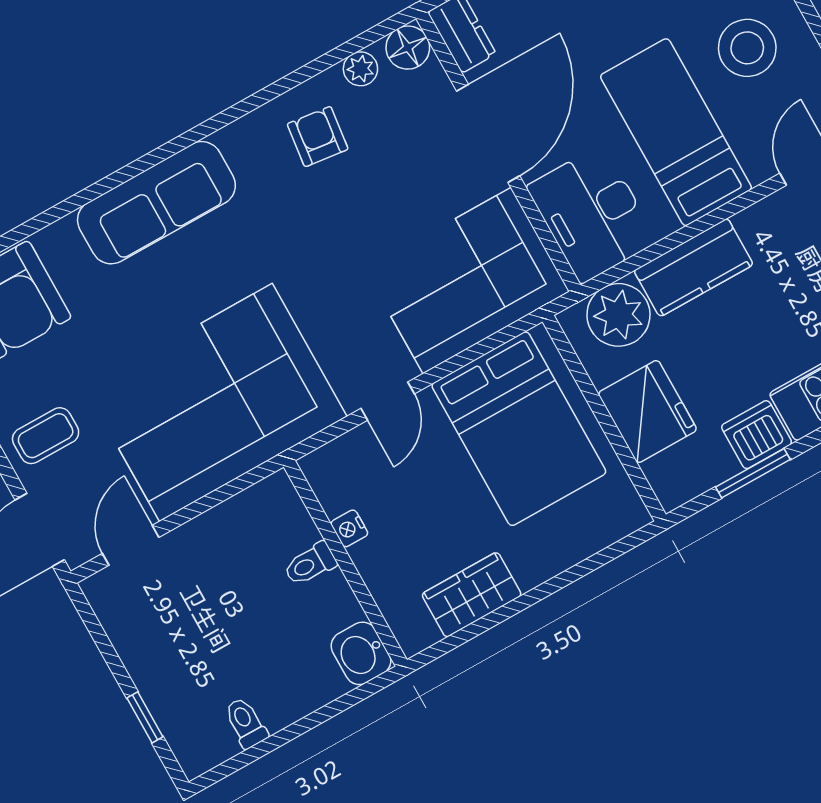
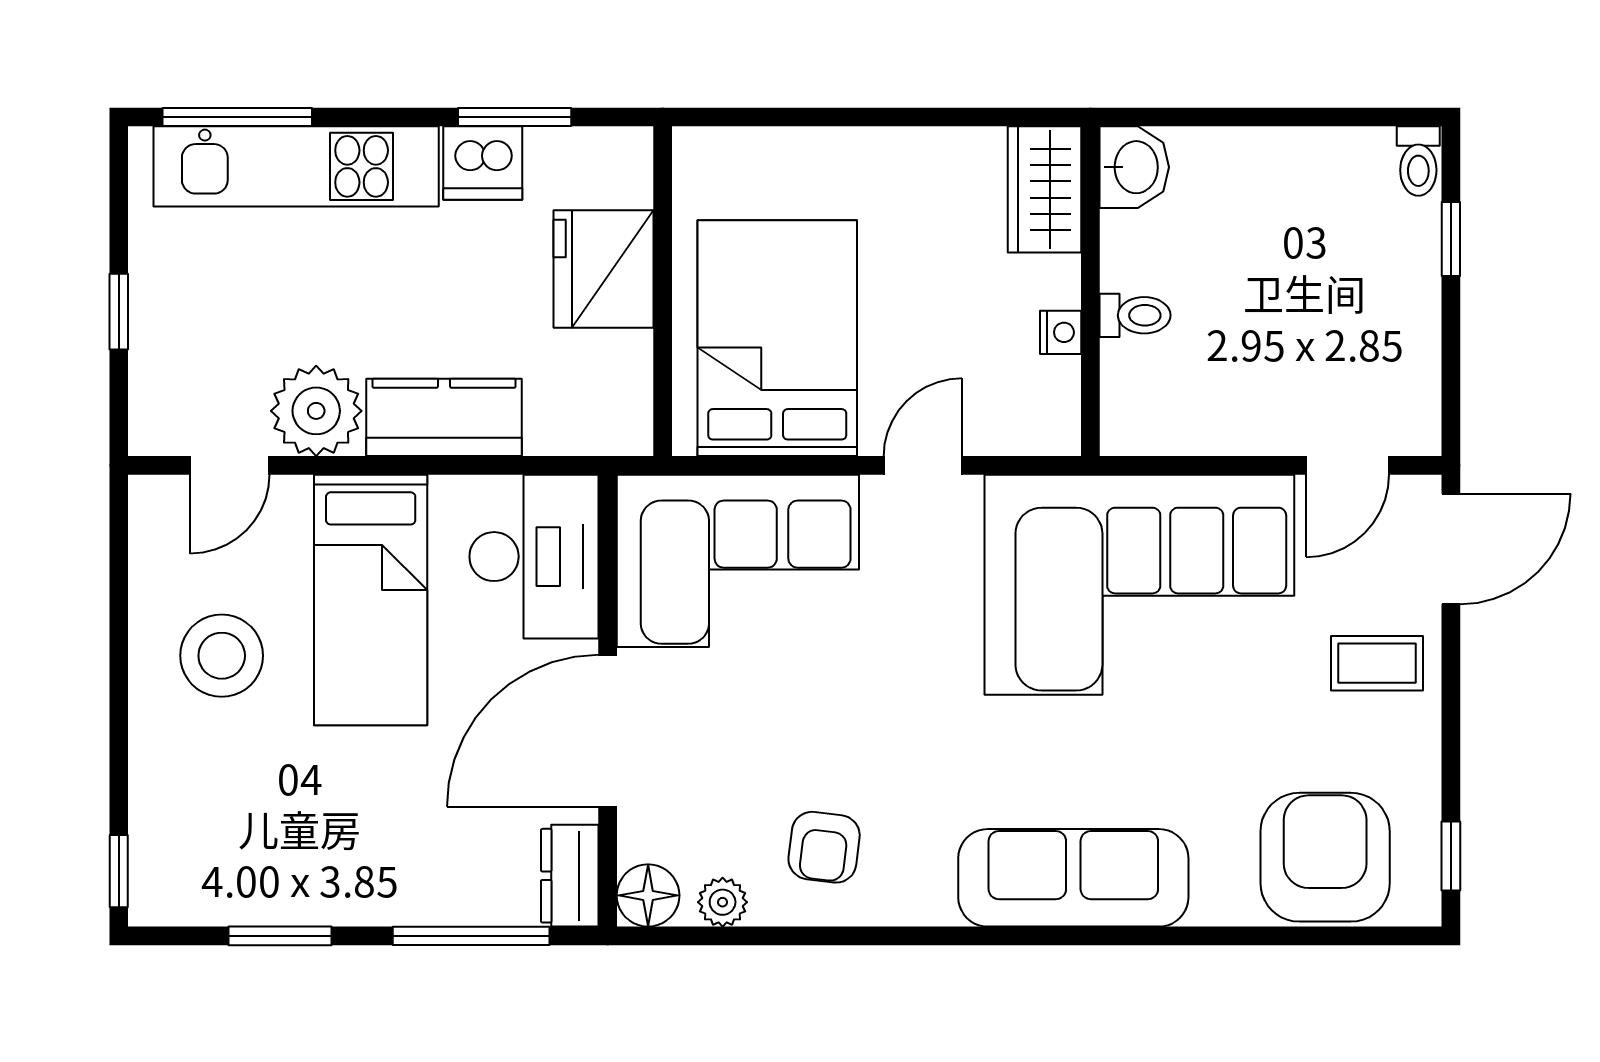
plant: (618, 315) -> (316, 411), moved
wardrobe: (472, 595) -> (1045, 189), moved, turned 90
toilet: (246, 723) -> (1418, 161), moved

